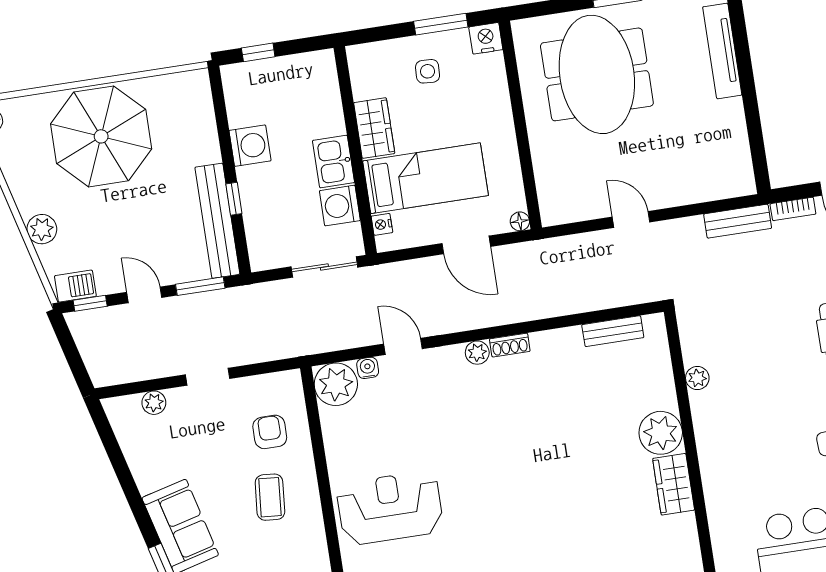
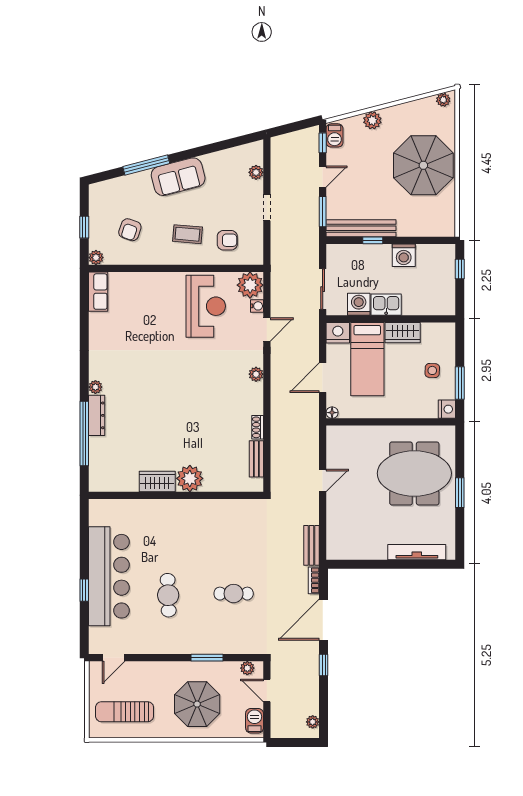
nightstand: (382, 224) -> (338, 333), width x1.89, depth x1.79
shoe rack: (510, 345) -> (258, 427), moved
plant: (697, 378) -> (220, 506), removed
reception desk: (390, 508) -> (206, 306), moved

